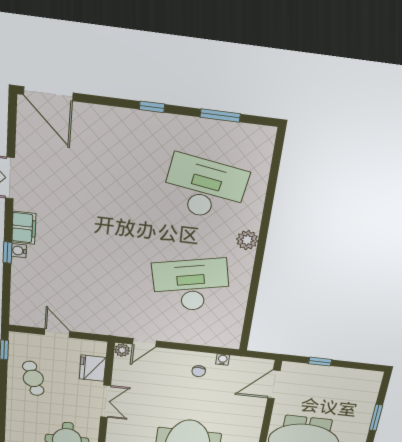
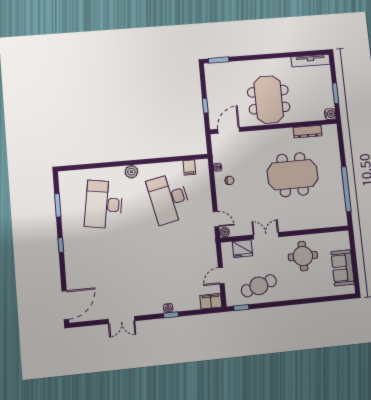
filing cabinet: (24, 228) -> (211, 301), moved
filing cabinet: (232, 322) -> (189, 168), added
cafe table: (33, 378) -> (259, 286), width x1.37, depth x1.35
door: (274, 384) -> (229, 130), swing flipped
window: (376, 418) -> (219, 60), moved

